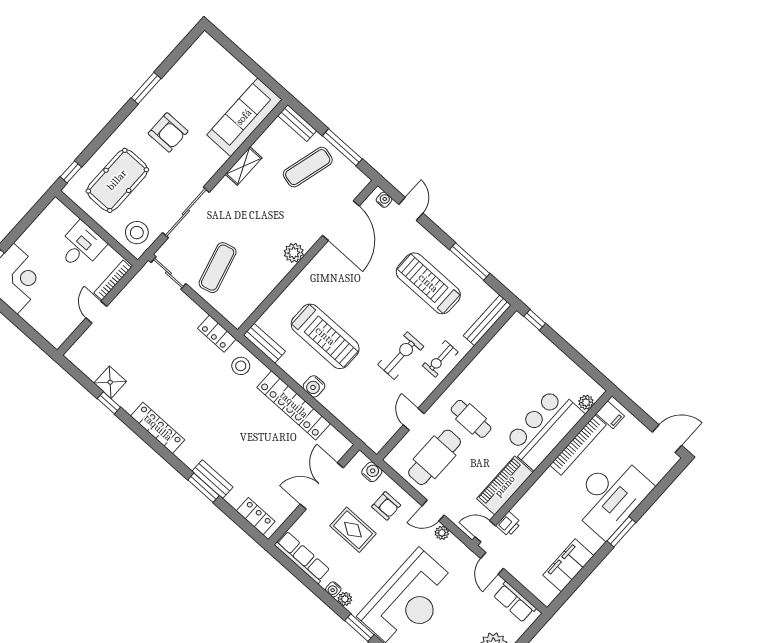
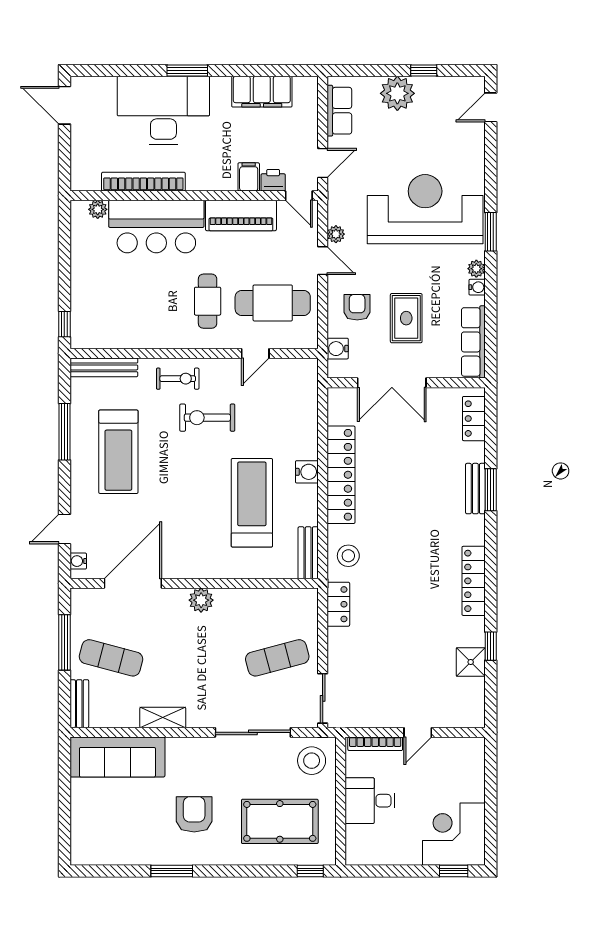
filing cabinet: (610, 415) -> (249, 177), moved

